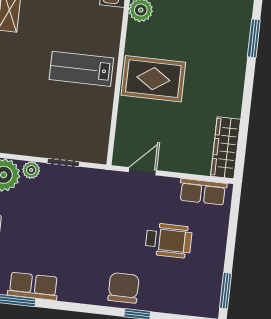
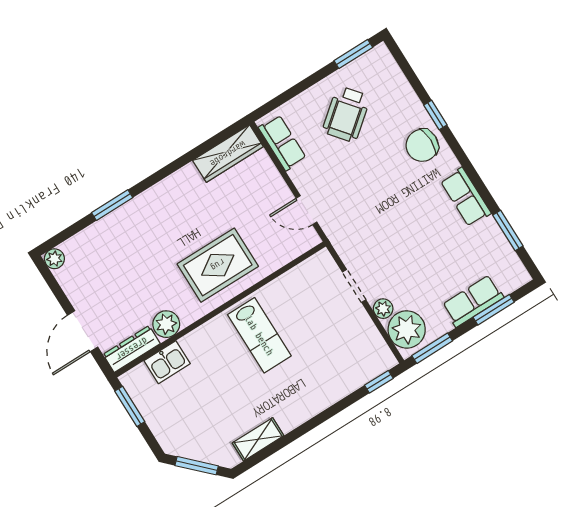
rug: (153, 79) -> (218, 265), turned 90
wheelchair: (169, 240) -> (346, 114), moved, turned -129
row of seats: (33, 286) -> (466, 197), moved

